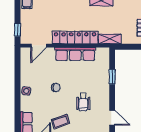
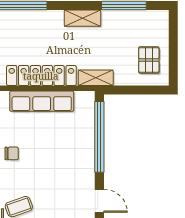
window: (112, 77) -> (99, 137), width x3.17
wheelchair: (83, 102) -> (54, 176), removed

